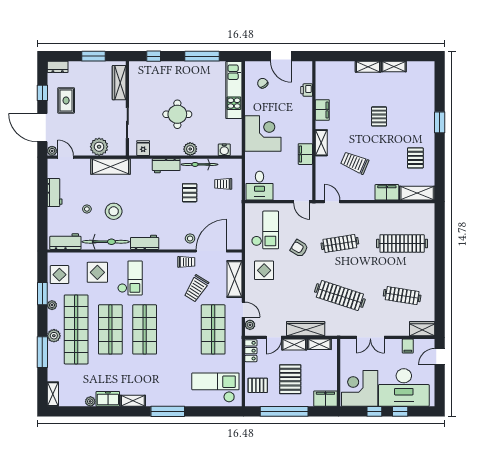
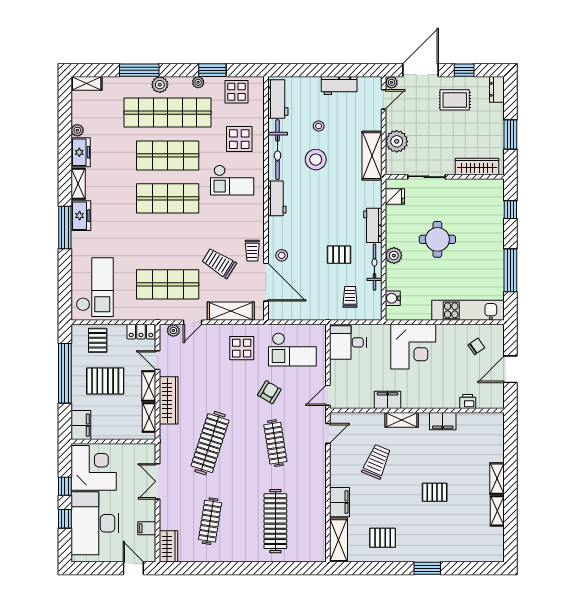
freezer: (158, 399) -> (81, 216), added

